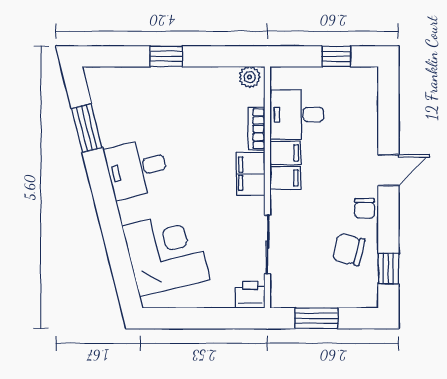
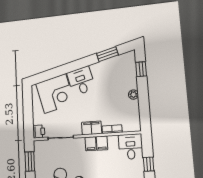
window: (166, 56) -> (141, 69), moved
plant: (250, 77) -> (133, 95), moved
desk: (297, 114) -> (131, 147), moved
desk: (137, 168) -> (81, 81), moved

